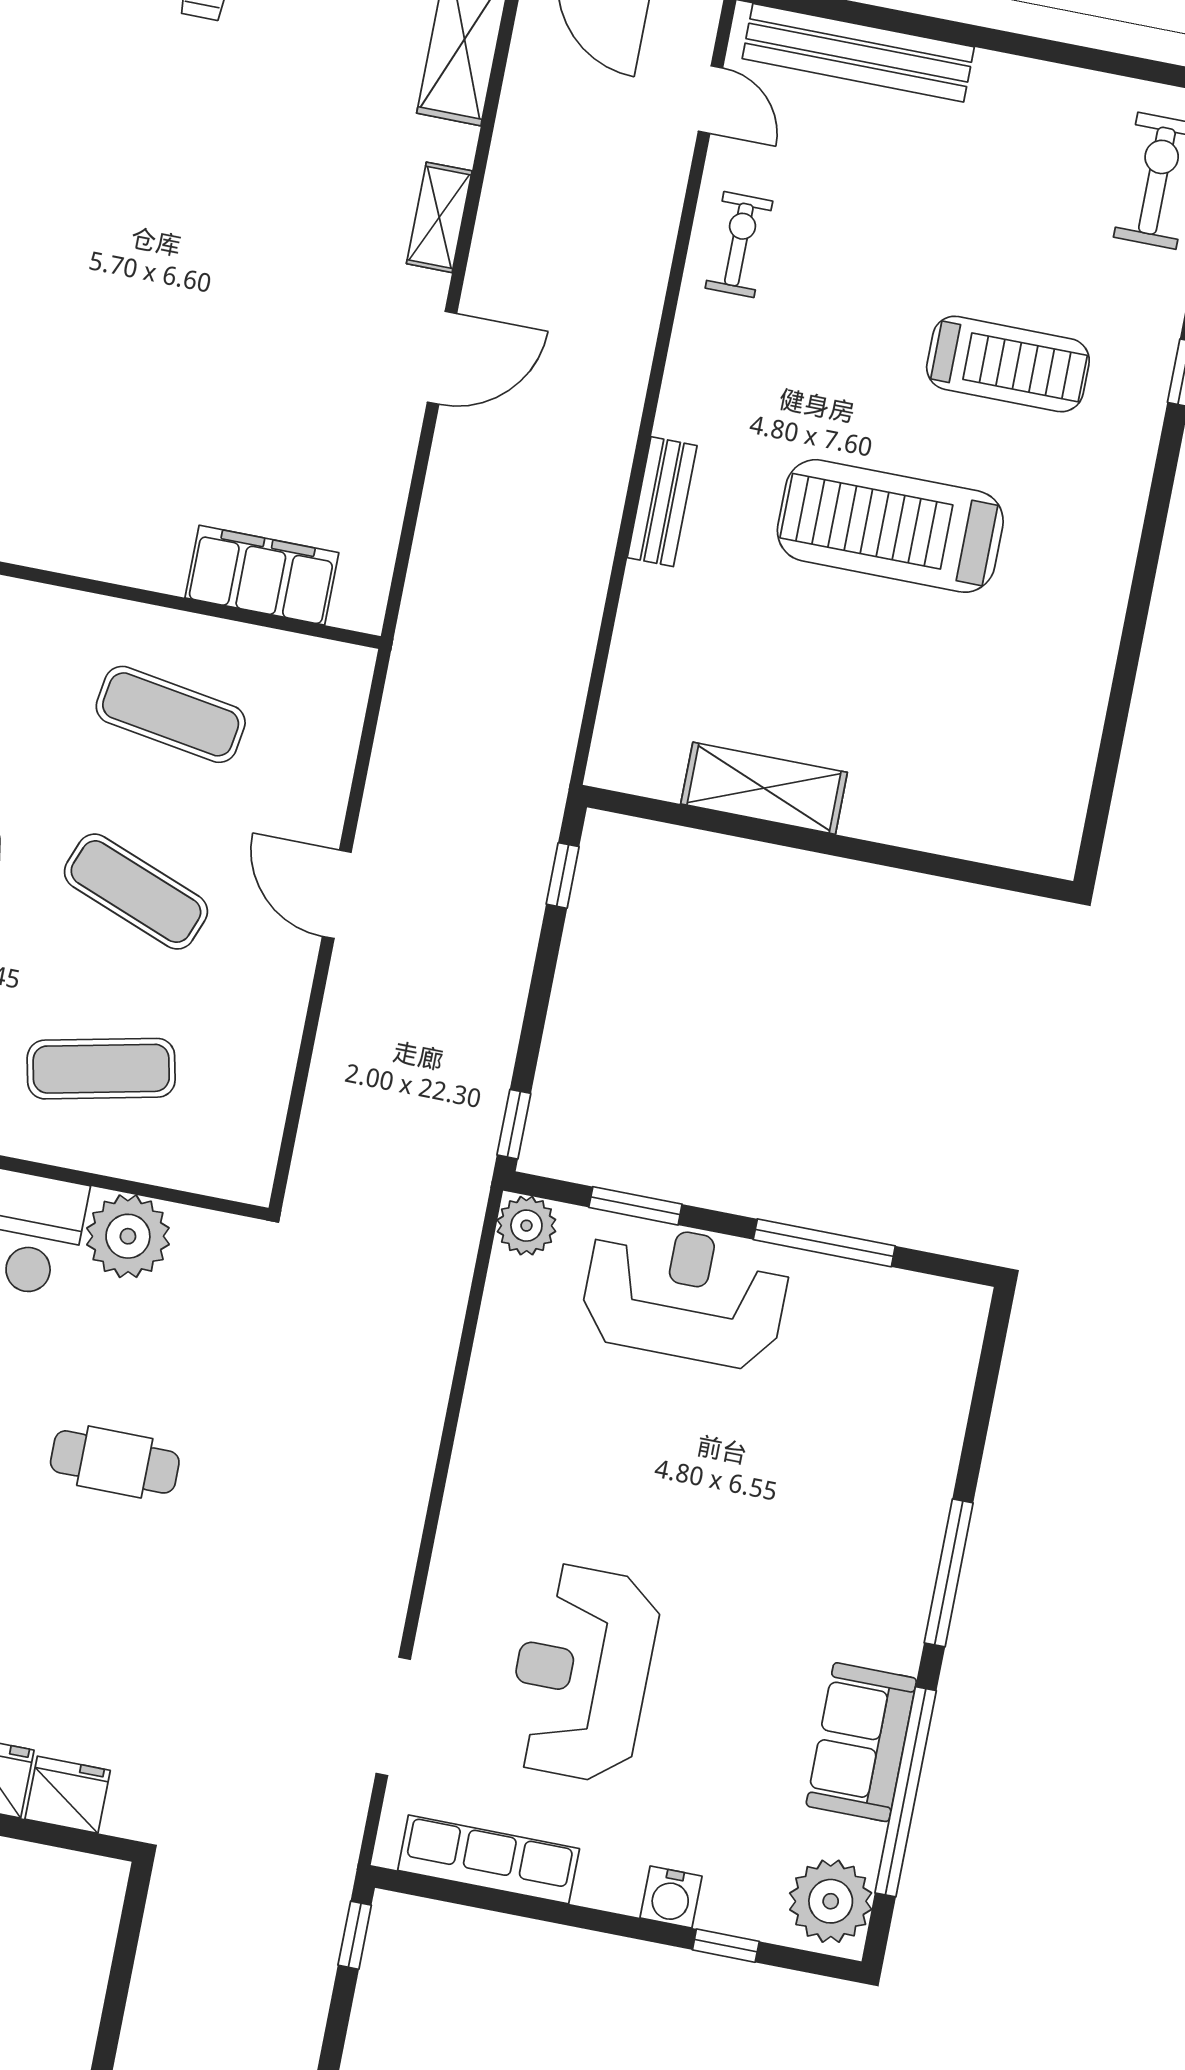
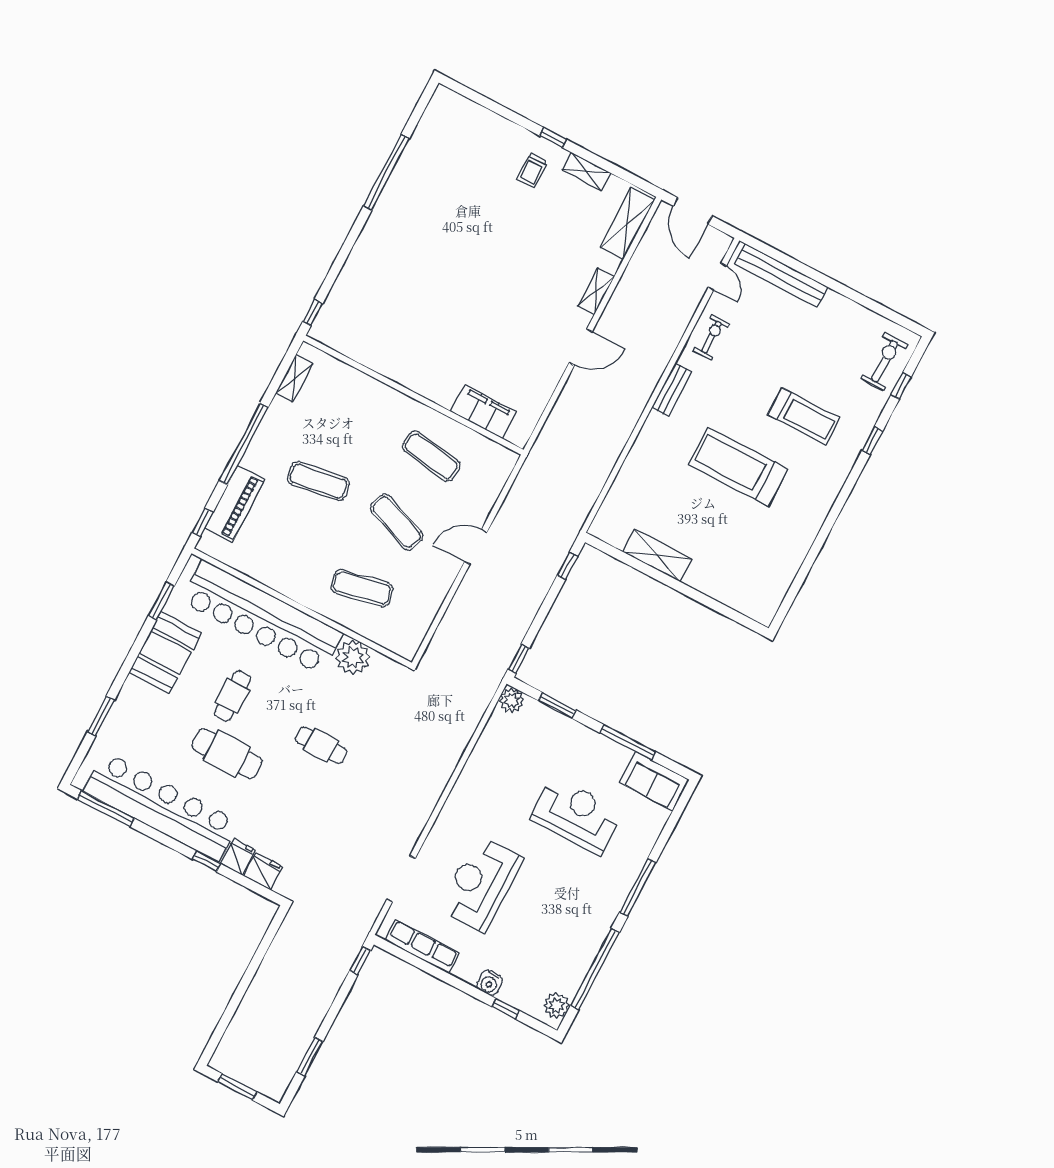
bench: (662, 502) -> (672, 390), moved
door: (337, 894) -> (476, 547), hinge flipped
reception desk: (685, 1295) -> (577, 815), moved
sofa: (861, 1742) -> (654, 781), moved, turned -90
plant: (831, 1901) -> (556, 1006), width x0.73, depth x0.73

